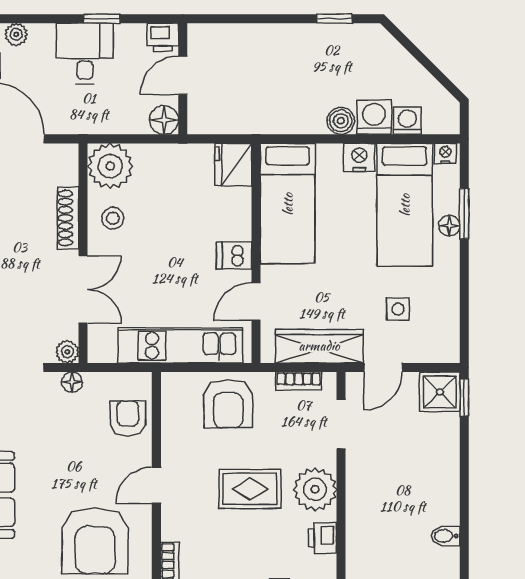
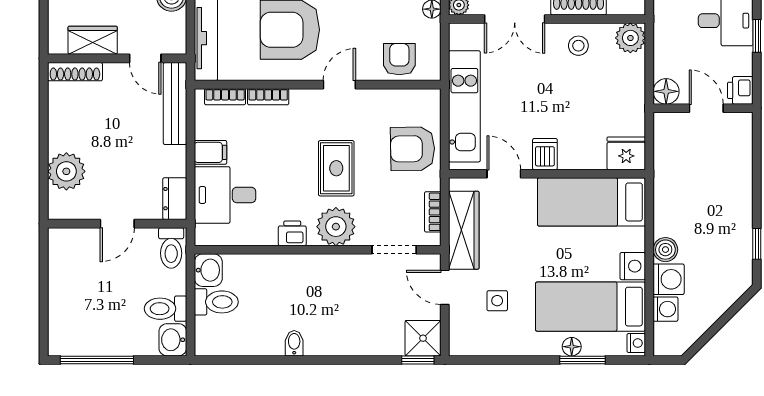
plant: (110, 166) -> (630, 38), width x0.73, depth x0.73
armchair: (128, 418) -> (399, 59), turned -90
door: (156, 485) -> (339, 85), hinge flipped

